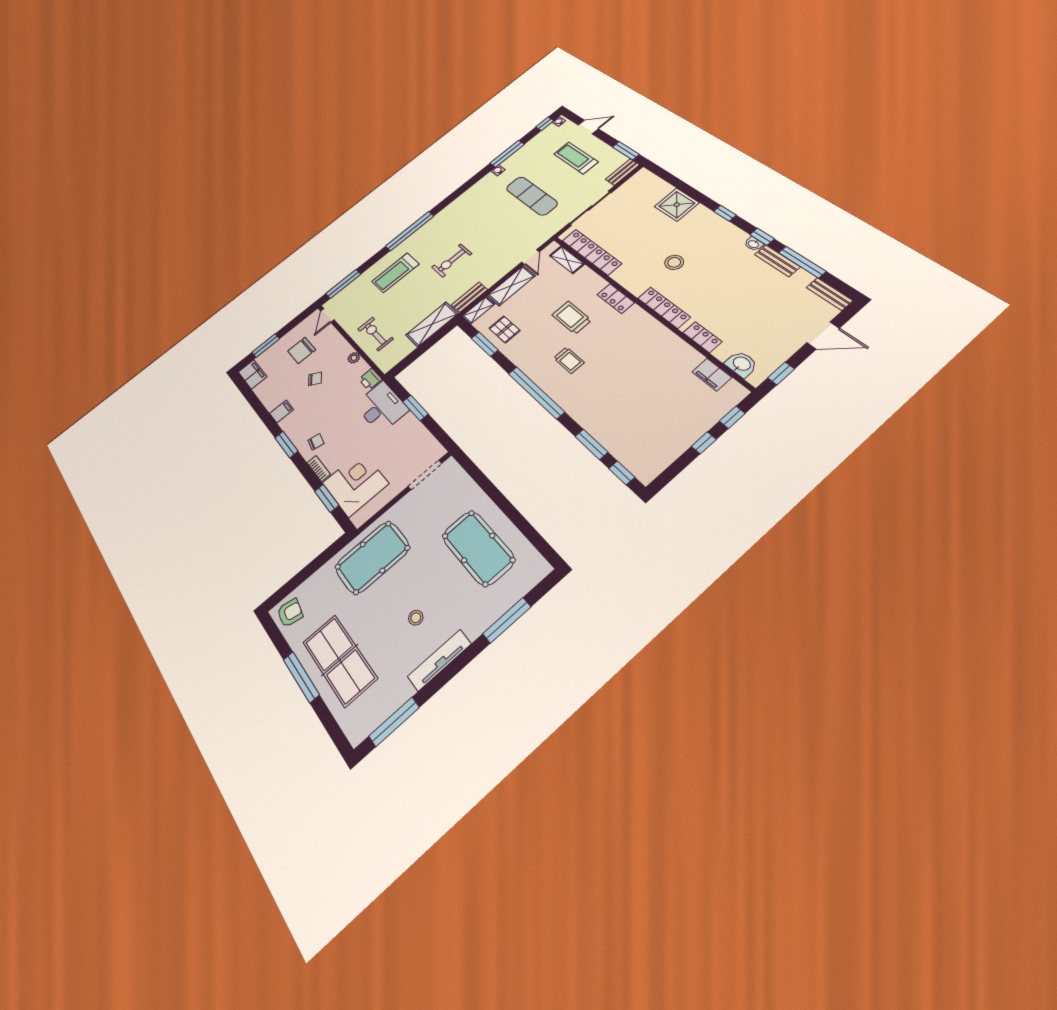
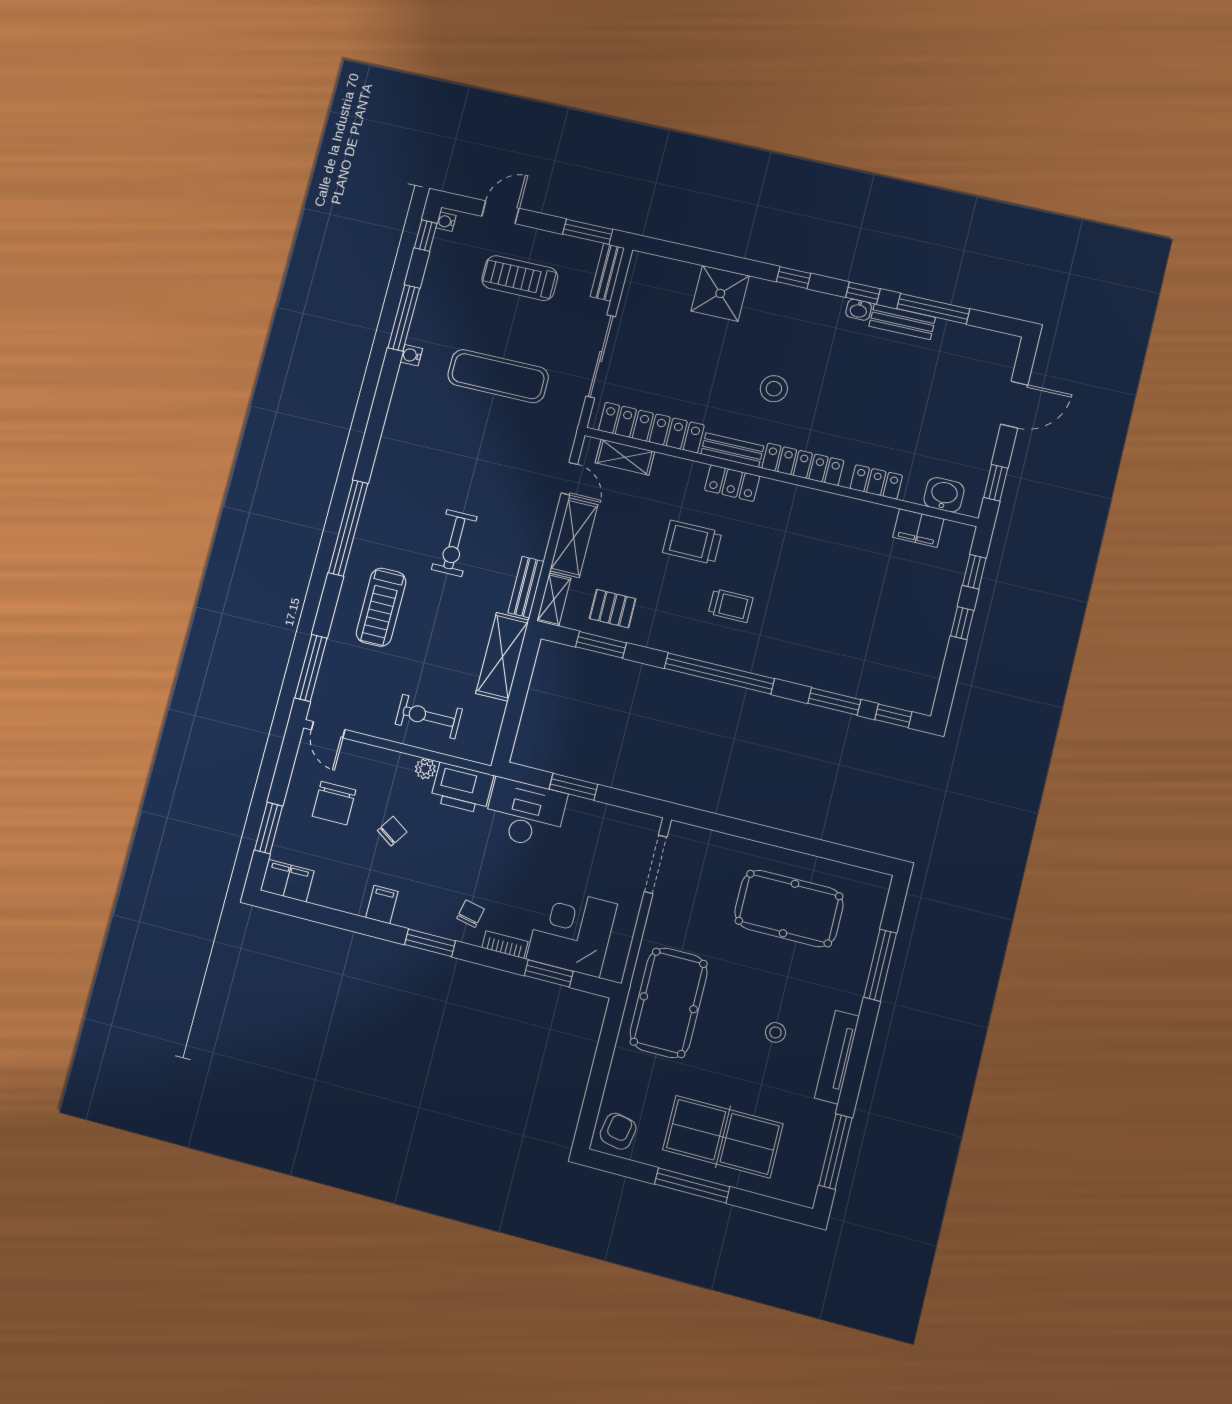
bench: (829, 294) -> (732, 450), moved
printer: (370, 379) -> (462, 788), width x1.87, depth x1.48

